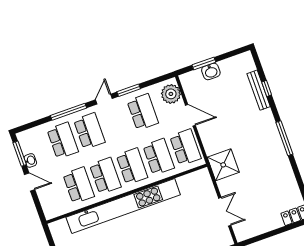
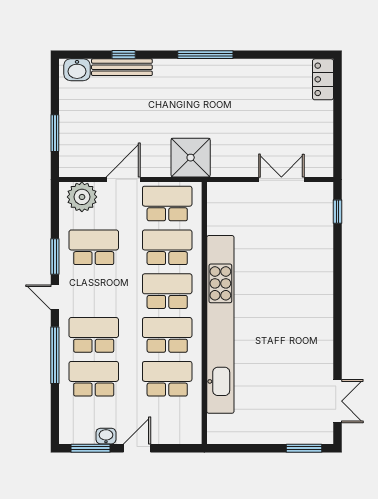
washbasin: (211, 71) -> (77, 70), moved, turned 90
shower: (223, 165) -> (191, 158), moved

